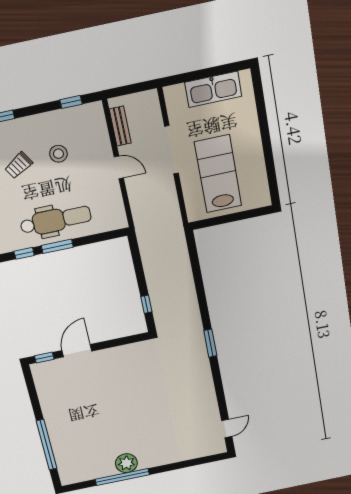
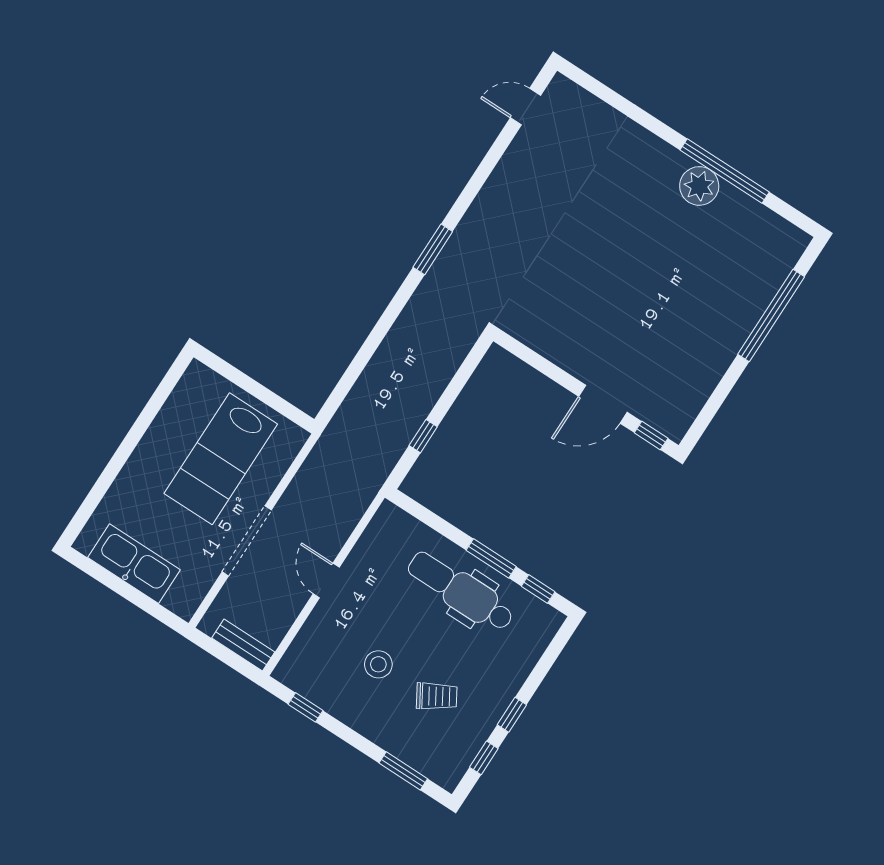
bench: (120, 126) -> (243, 645), moved, turned 90
window: (146, 304) -> (423, 436), moved

